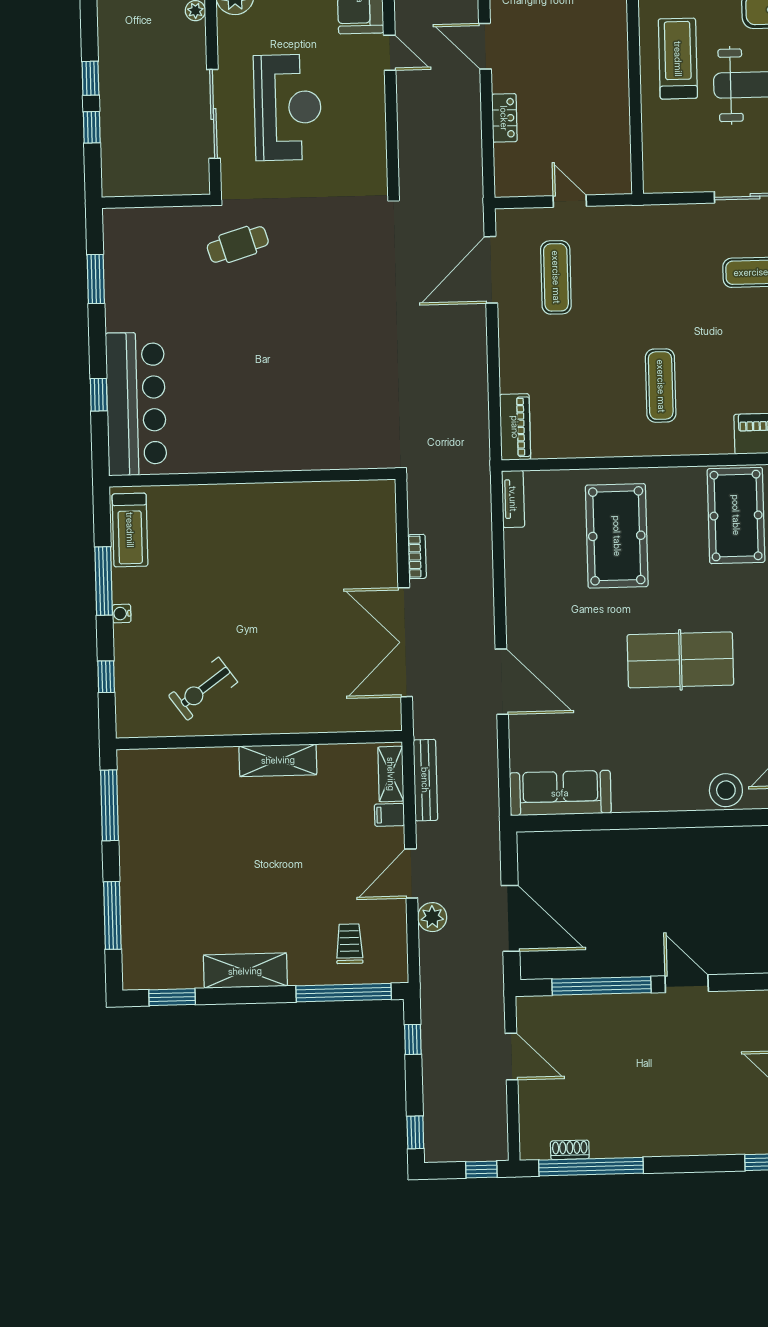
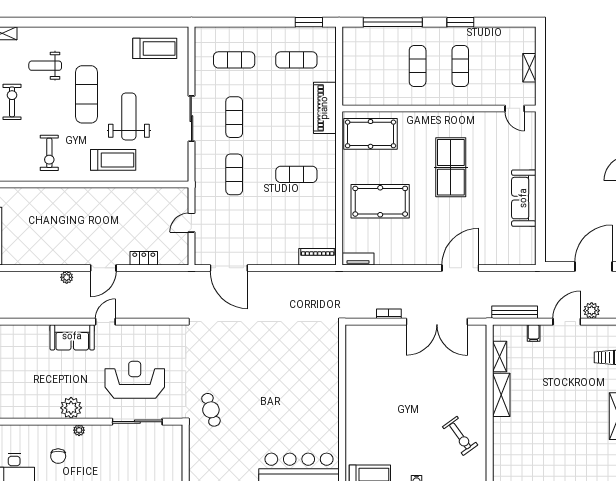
treadmill: (678, 59) -> (113, 160), turned 180
exercise mat: (556, 277) -> (234, 174), moved, turned 90
shelving: (391, 774) -> (500, 356), moved, turned 90
stool: (726, 790) -> (525, 144), removed
sofa: (560, 793) -> (524, 198), moved
door: (411, 873) -> (567, 322), swing flipped

